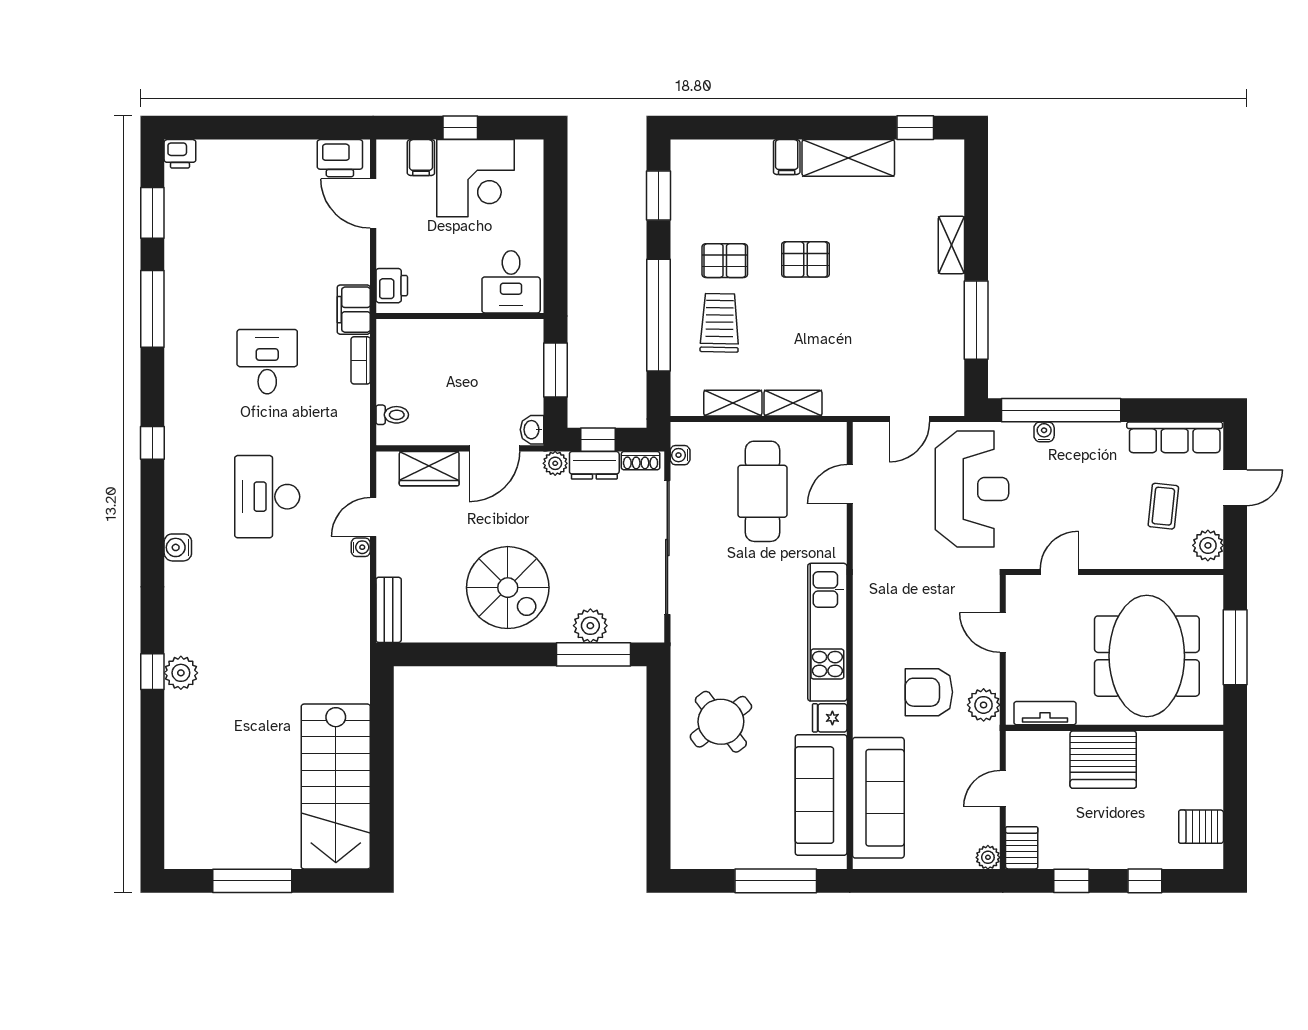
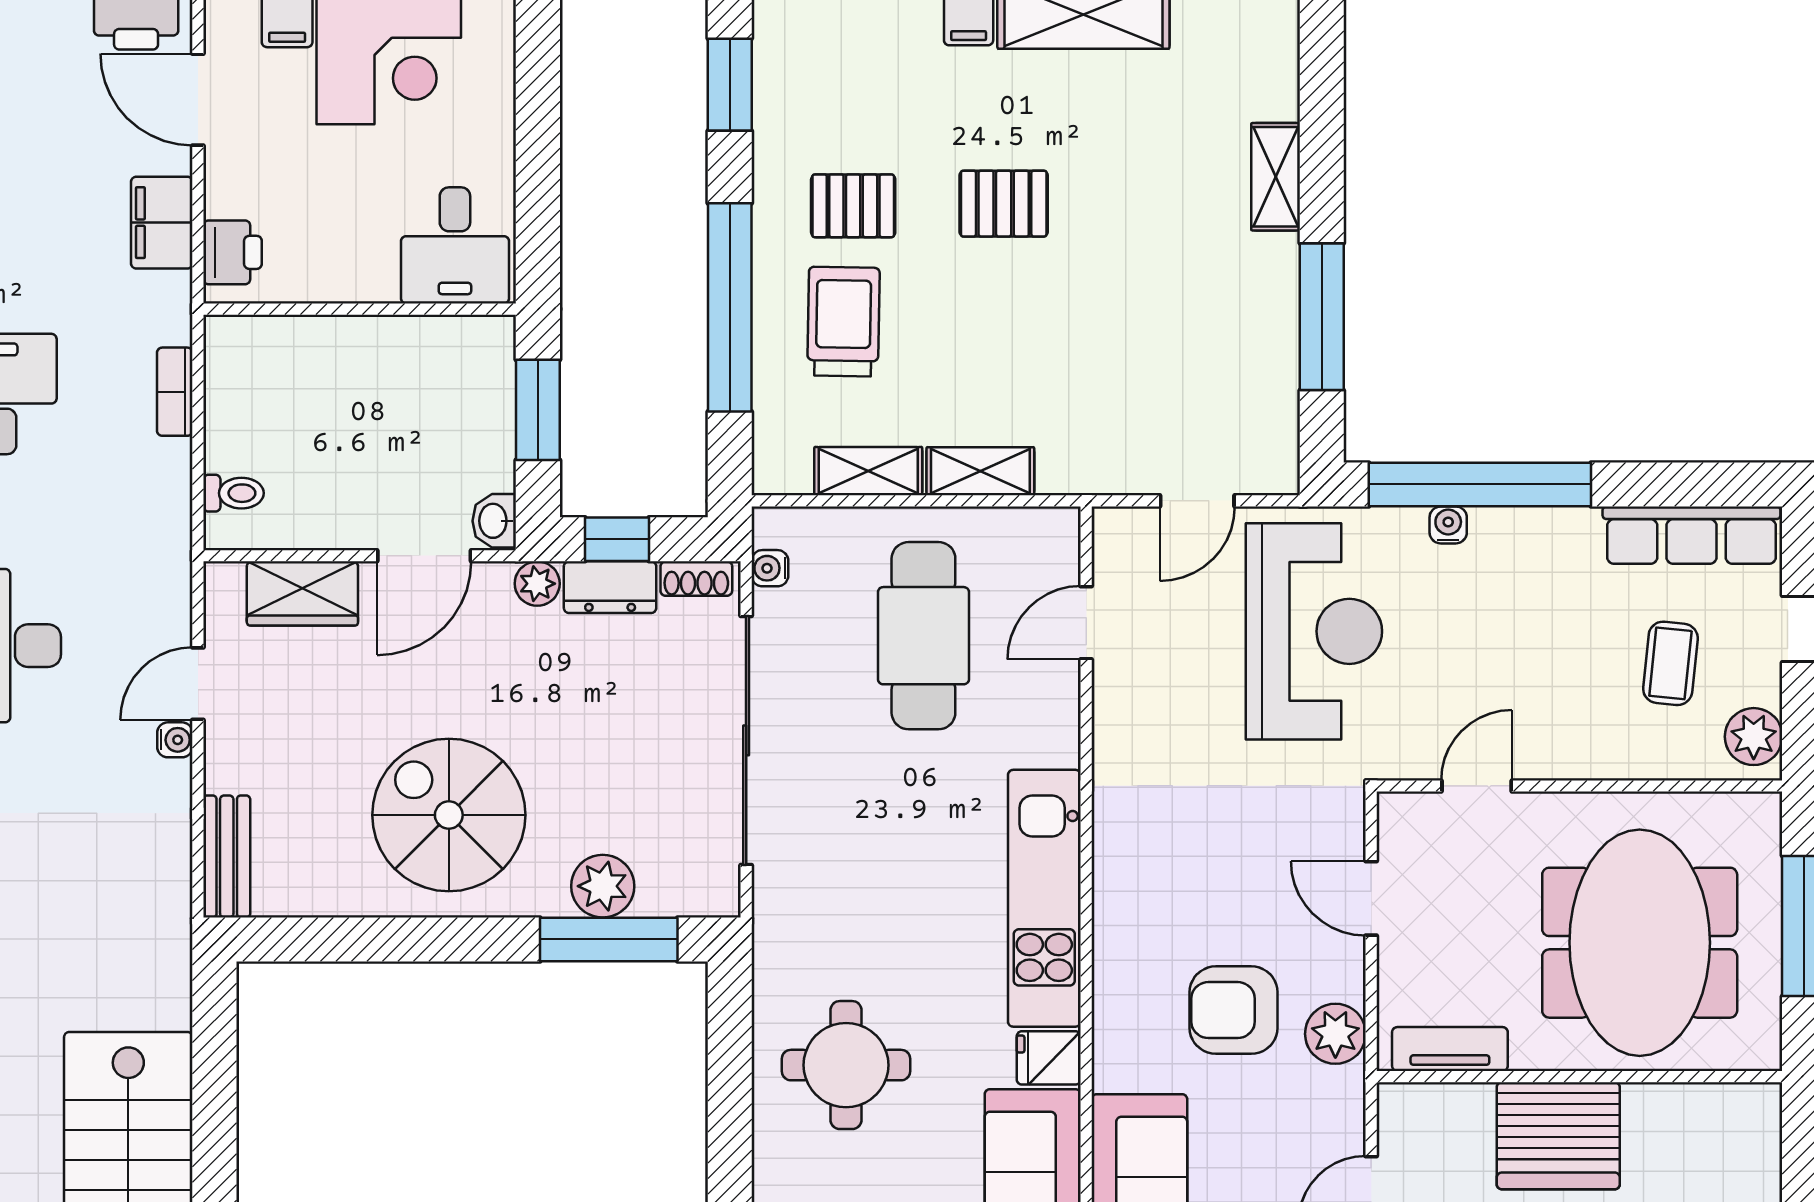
filing cabinet: (354, 310) -> (162, 223), moved
spiral stairs: (508, 588) -> (449, 815), turned 180
round table: (721, 722) -> (846, 1065), turned 37

